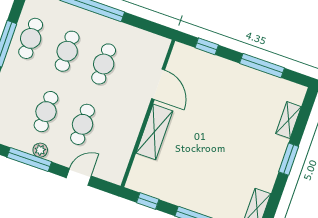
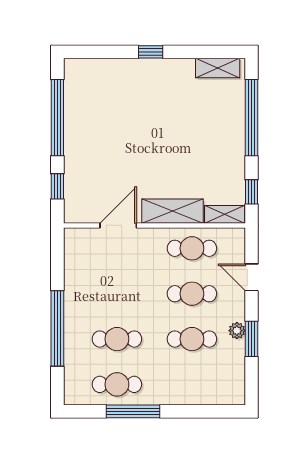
cafe table: (104, 64) -> (192, 248), moved
window: (262, 66) -> (57, 118), width x1.46
shelving: (289, 120) -> (225, 214), moved
window: (289, 159) -> (151, 52), width x0.67
window: (29, 160) -> (252, 339), width x0.69

